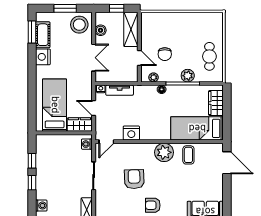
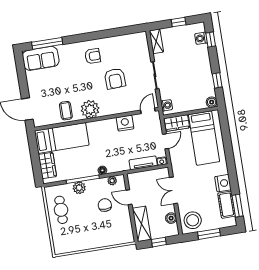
door: (94, 108) -> (166, 141), hinge flipped
boiler: (41, 140) -> (212, 102), added
window: (32, 183) -> (211, 39), moved

